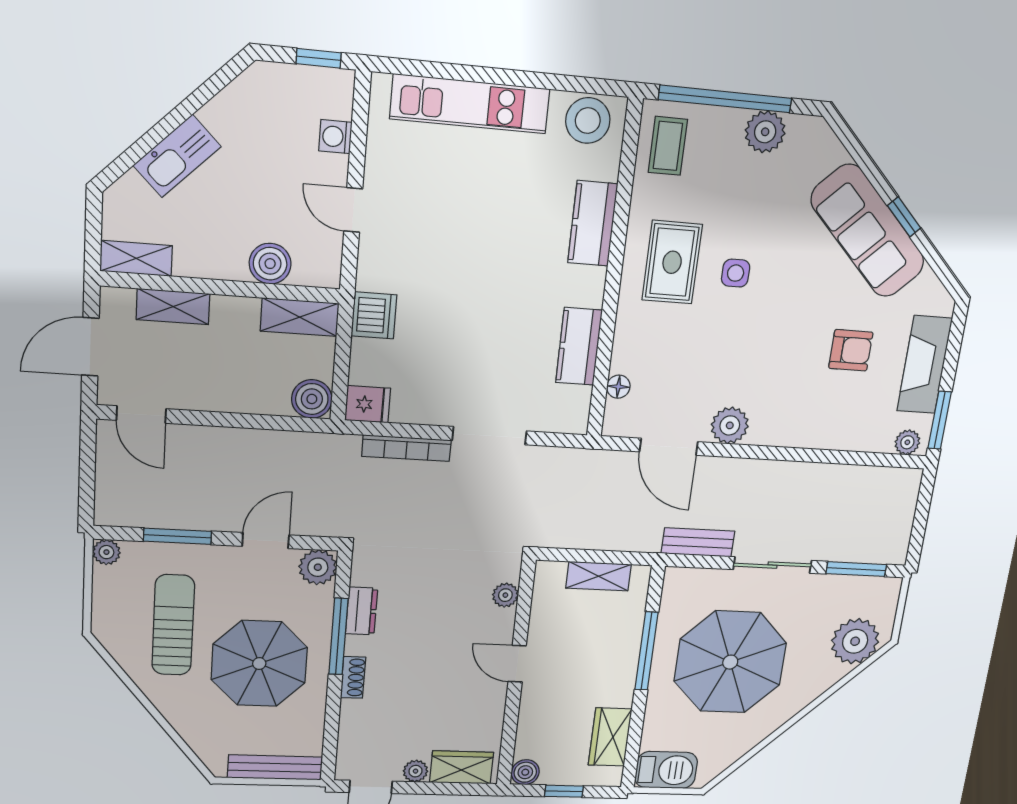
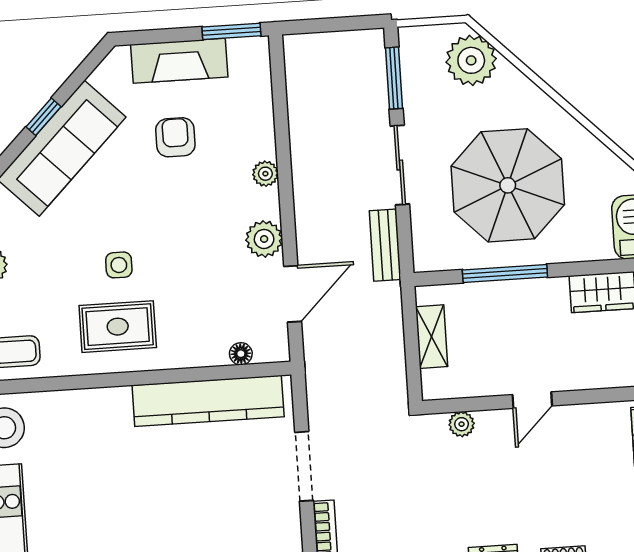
kitchen counter: (593, 223) -> (93, 406), removed
kitchen counter: (579, 346) -> (208, 401), width x2.08, depth x1.17
plant: (907, 442) -> (265, 174), moved

